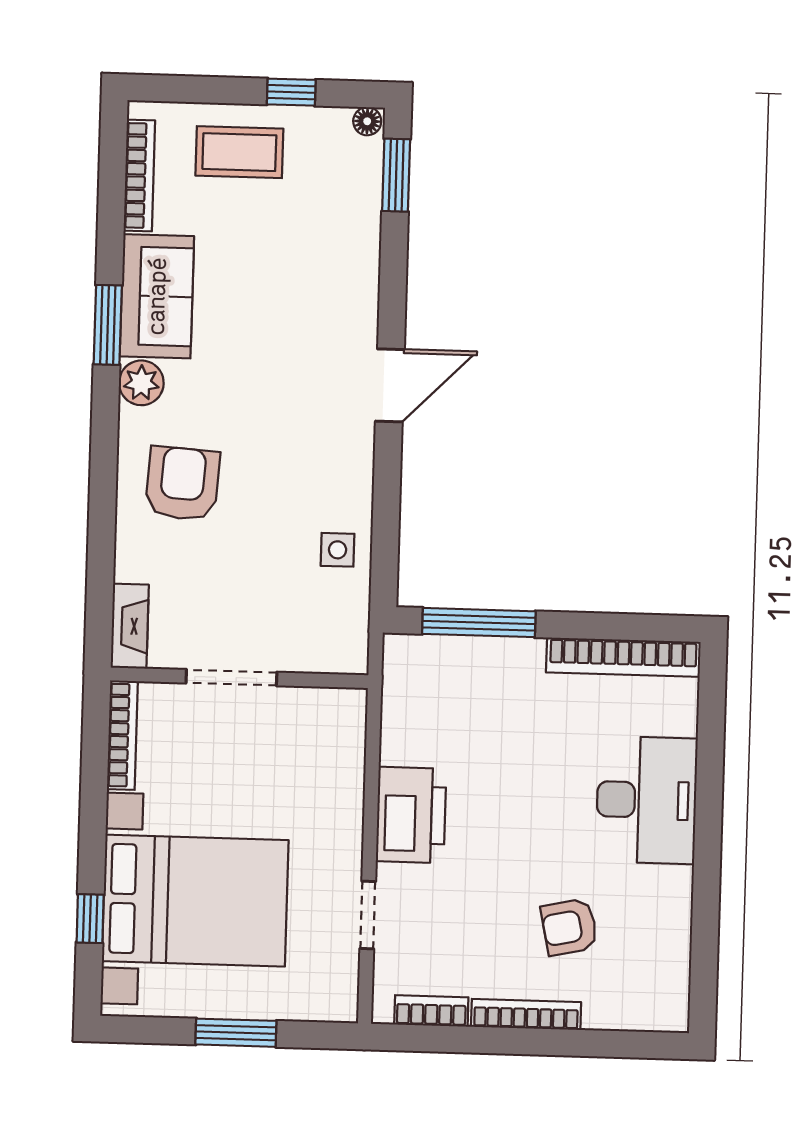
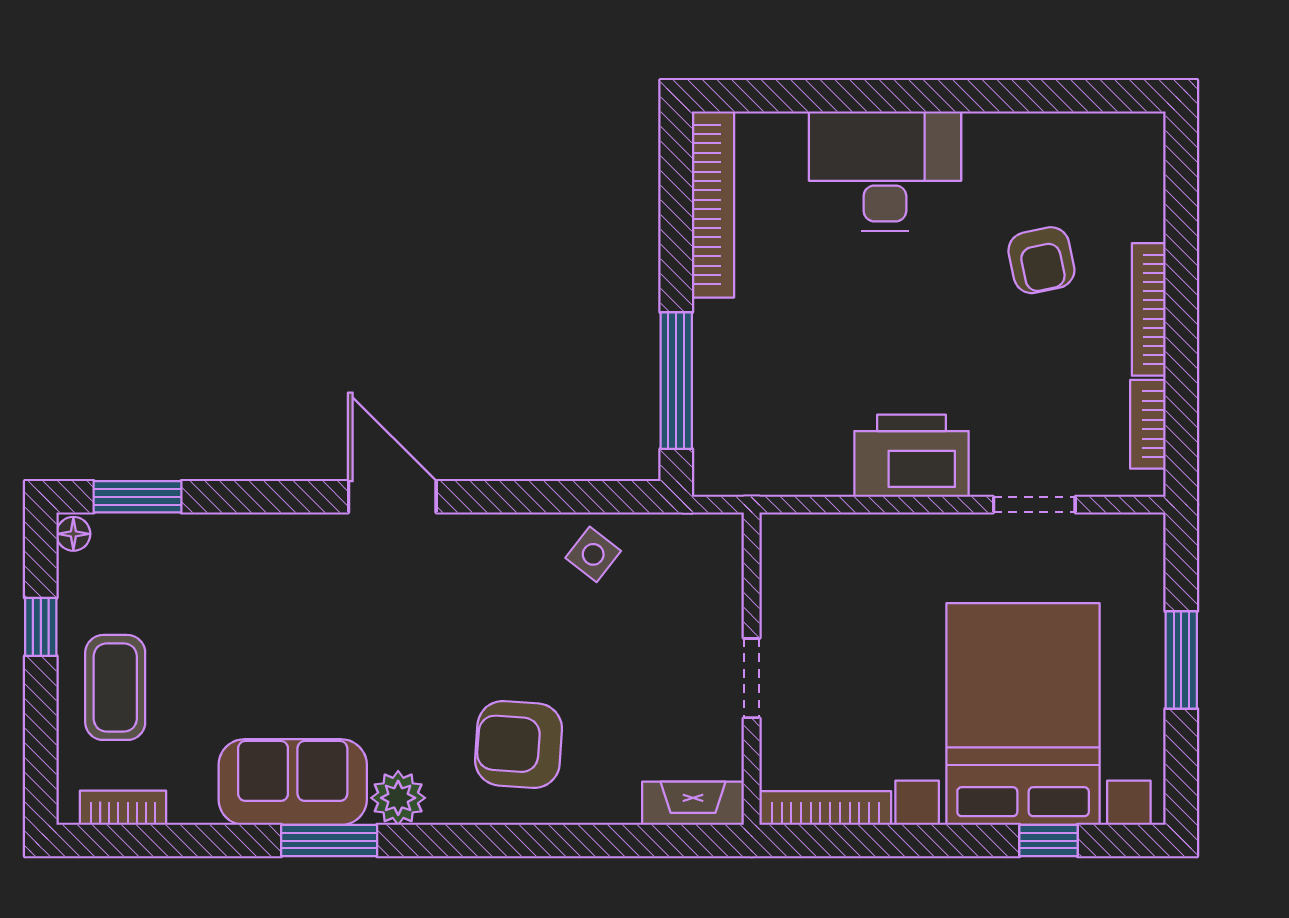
bookcase: (139, 176) -> (123, 808), width x0.64
side table: (338, 550) -> (593, 554), turned 38
doorway: (231, 678) -> (752, 678), width x0.73

